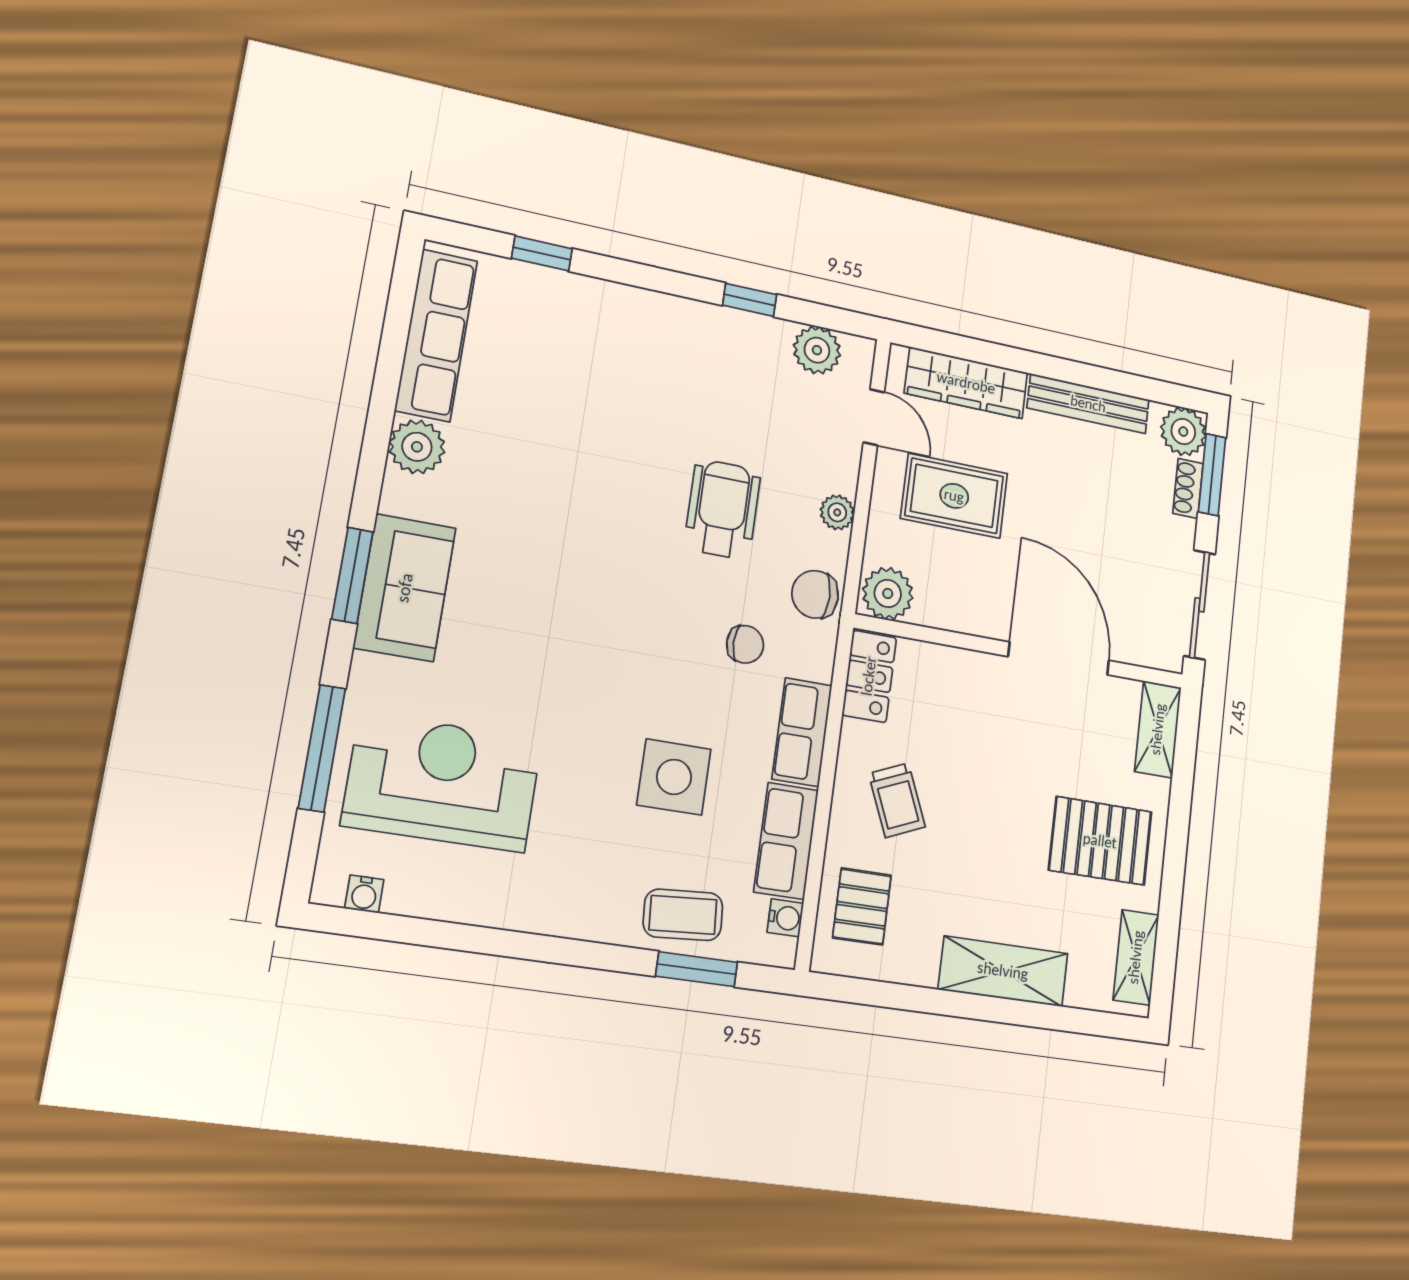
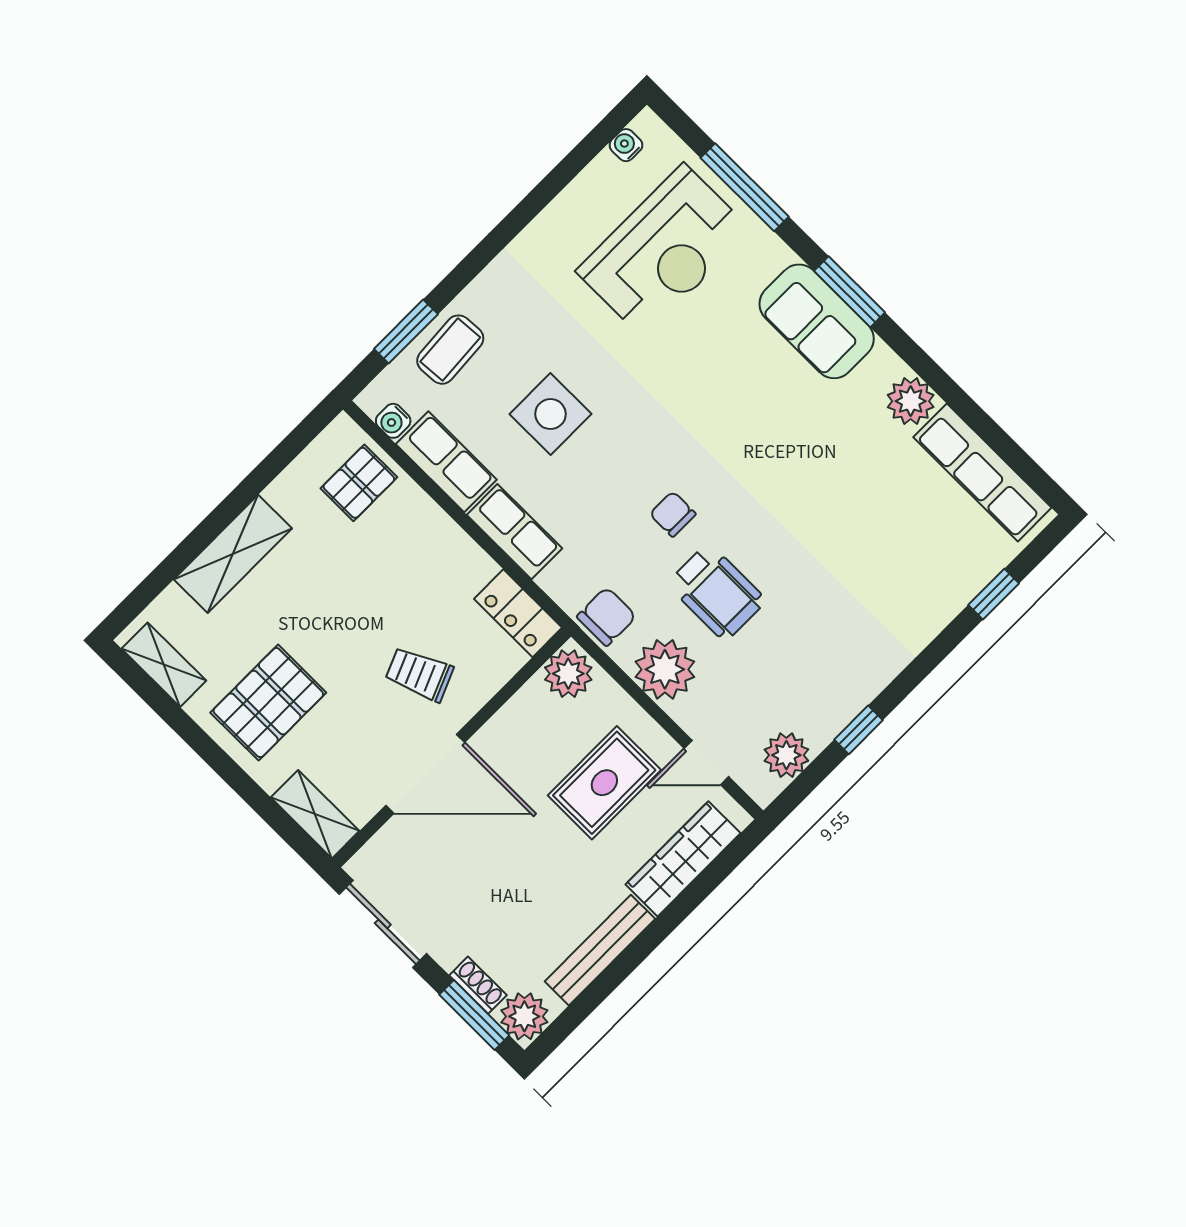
plant: (837, 512) -> (665, 669), width x1.87, depth x1.87
chair: (745, 644) -> (673, 514), moved, turned 90
trolley: (897, 800) -> (419, 674), moved
pallet: (862, 906) -> (359, 483), turned 90

